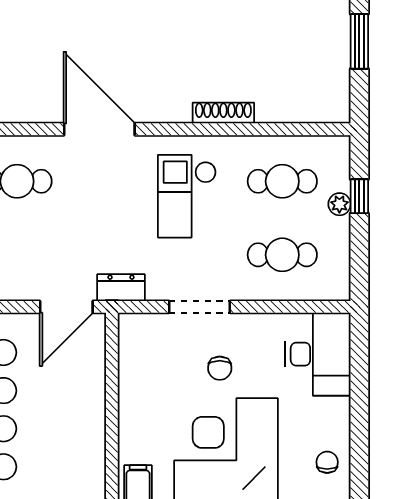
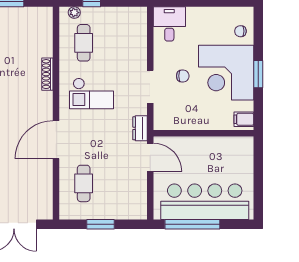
plant: (339, 204) -> (74, 13), moved
cafe table: (282, 255) -> (123, 43), removed
desk: (318, 354) -> (169, 24), width x0.73
chair: (327, 462) -> (240, 31), moved

